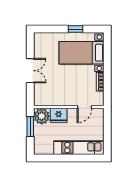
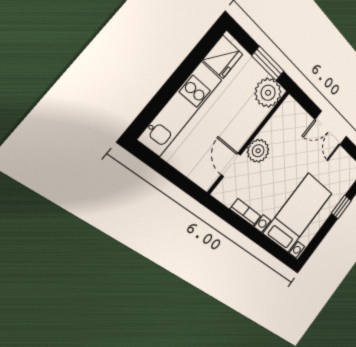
window: (76, 29) -> (341, 207), moved
plant: (69, 99) -> (258, 151), added
fridge: (59, 115) -> (223, 57), moved, turned 180

